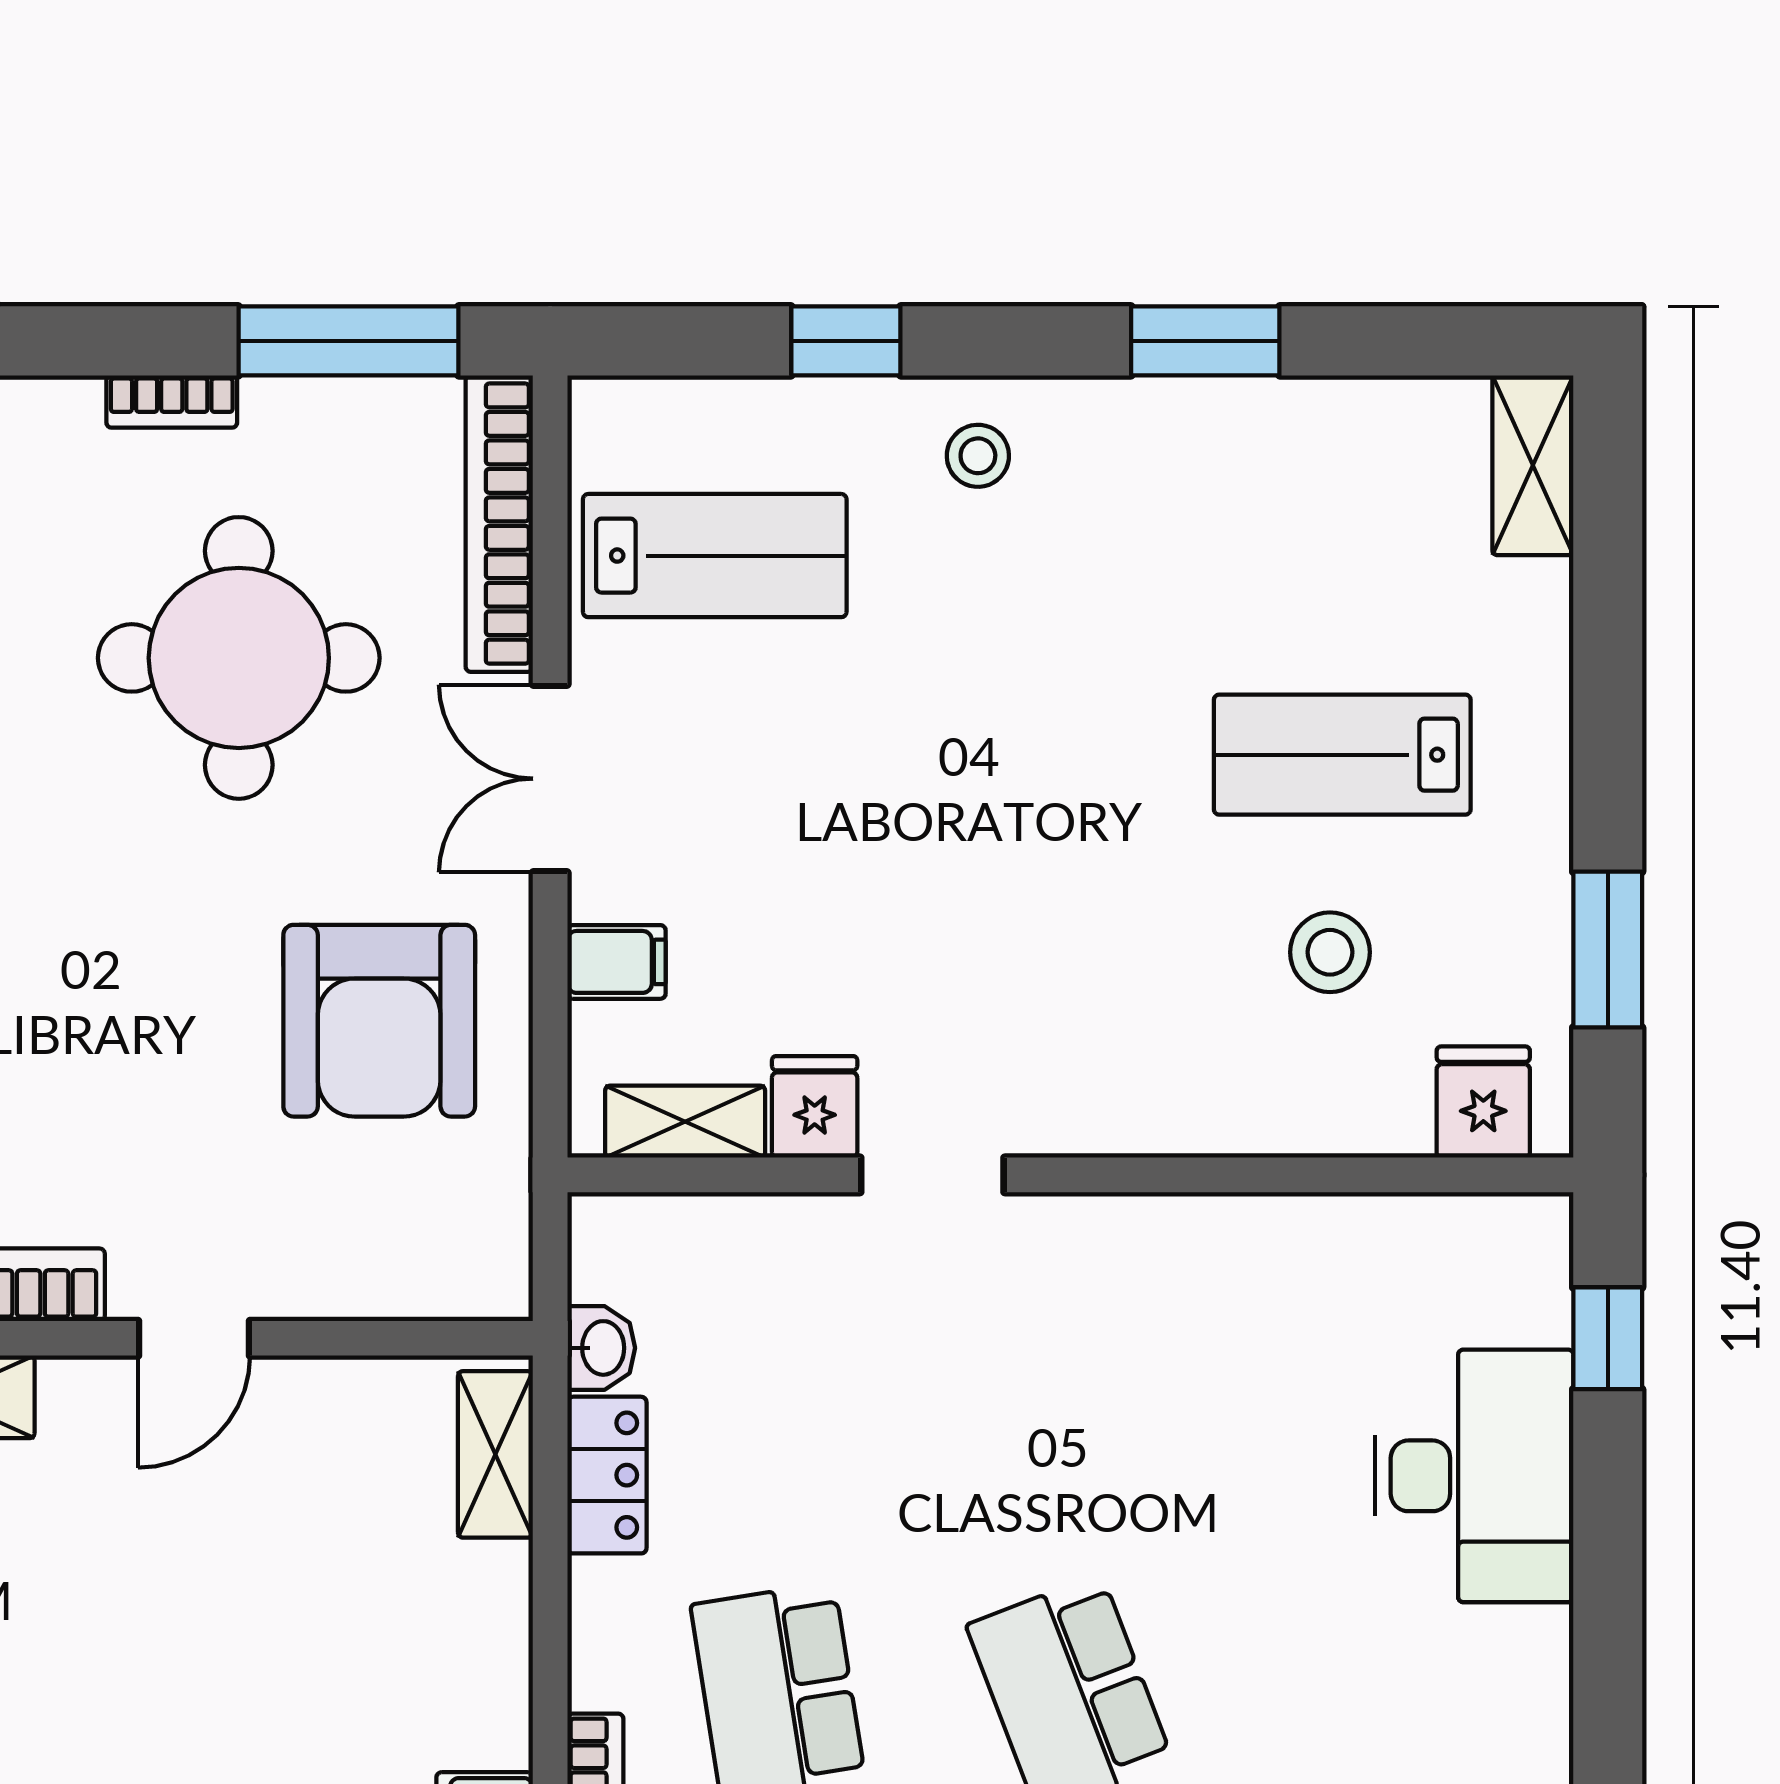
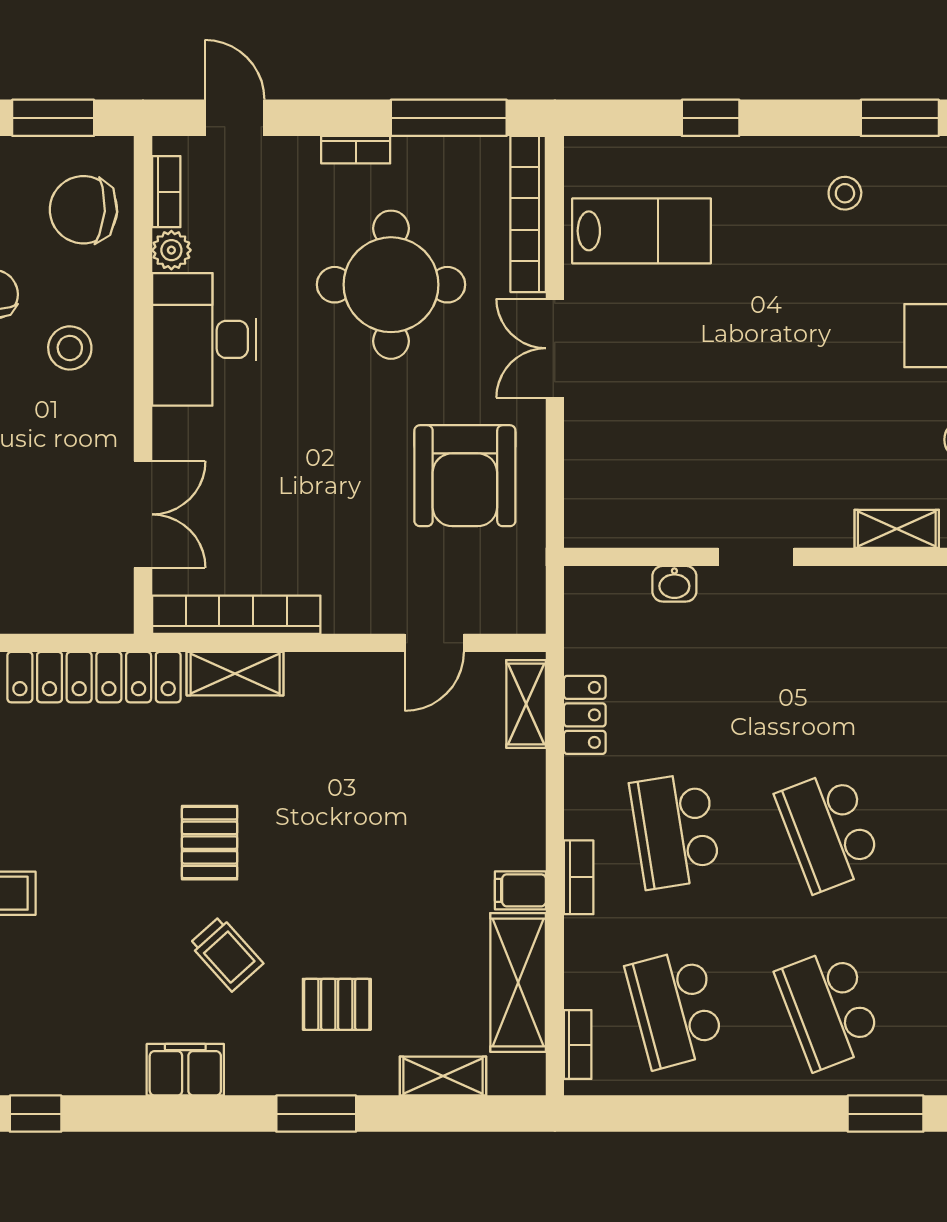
stool: (978, 456) -> (845, 193), moved
filing cabinet: (616, 962) -> (590, 445), removed
fridge: (815, 1107) -> (694, 521), removed
shelving: (685, 1122) -> (897, 529), moved
door: (194, 1338) -> (434, 643), moved
washbasin: (601, 1348) -> (674, 584), moved, turned 90

